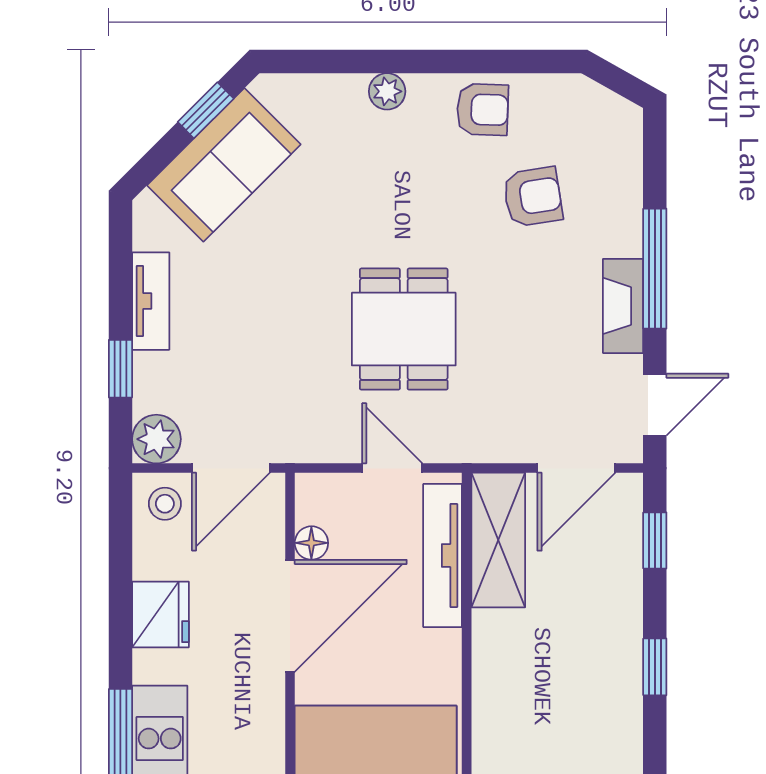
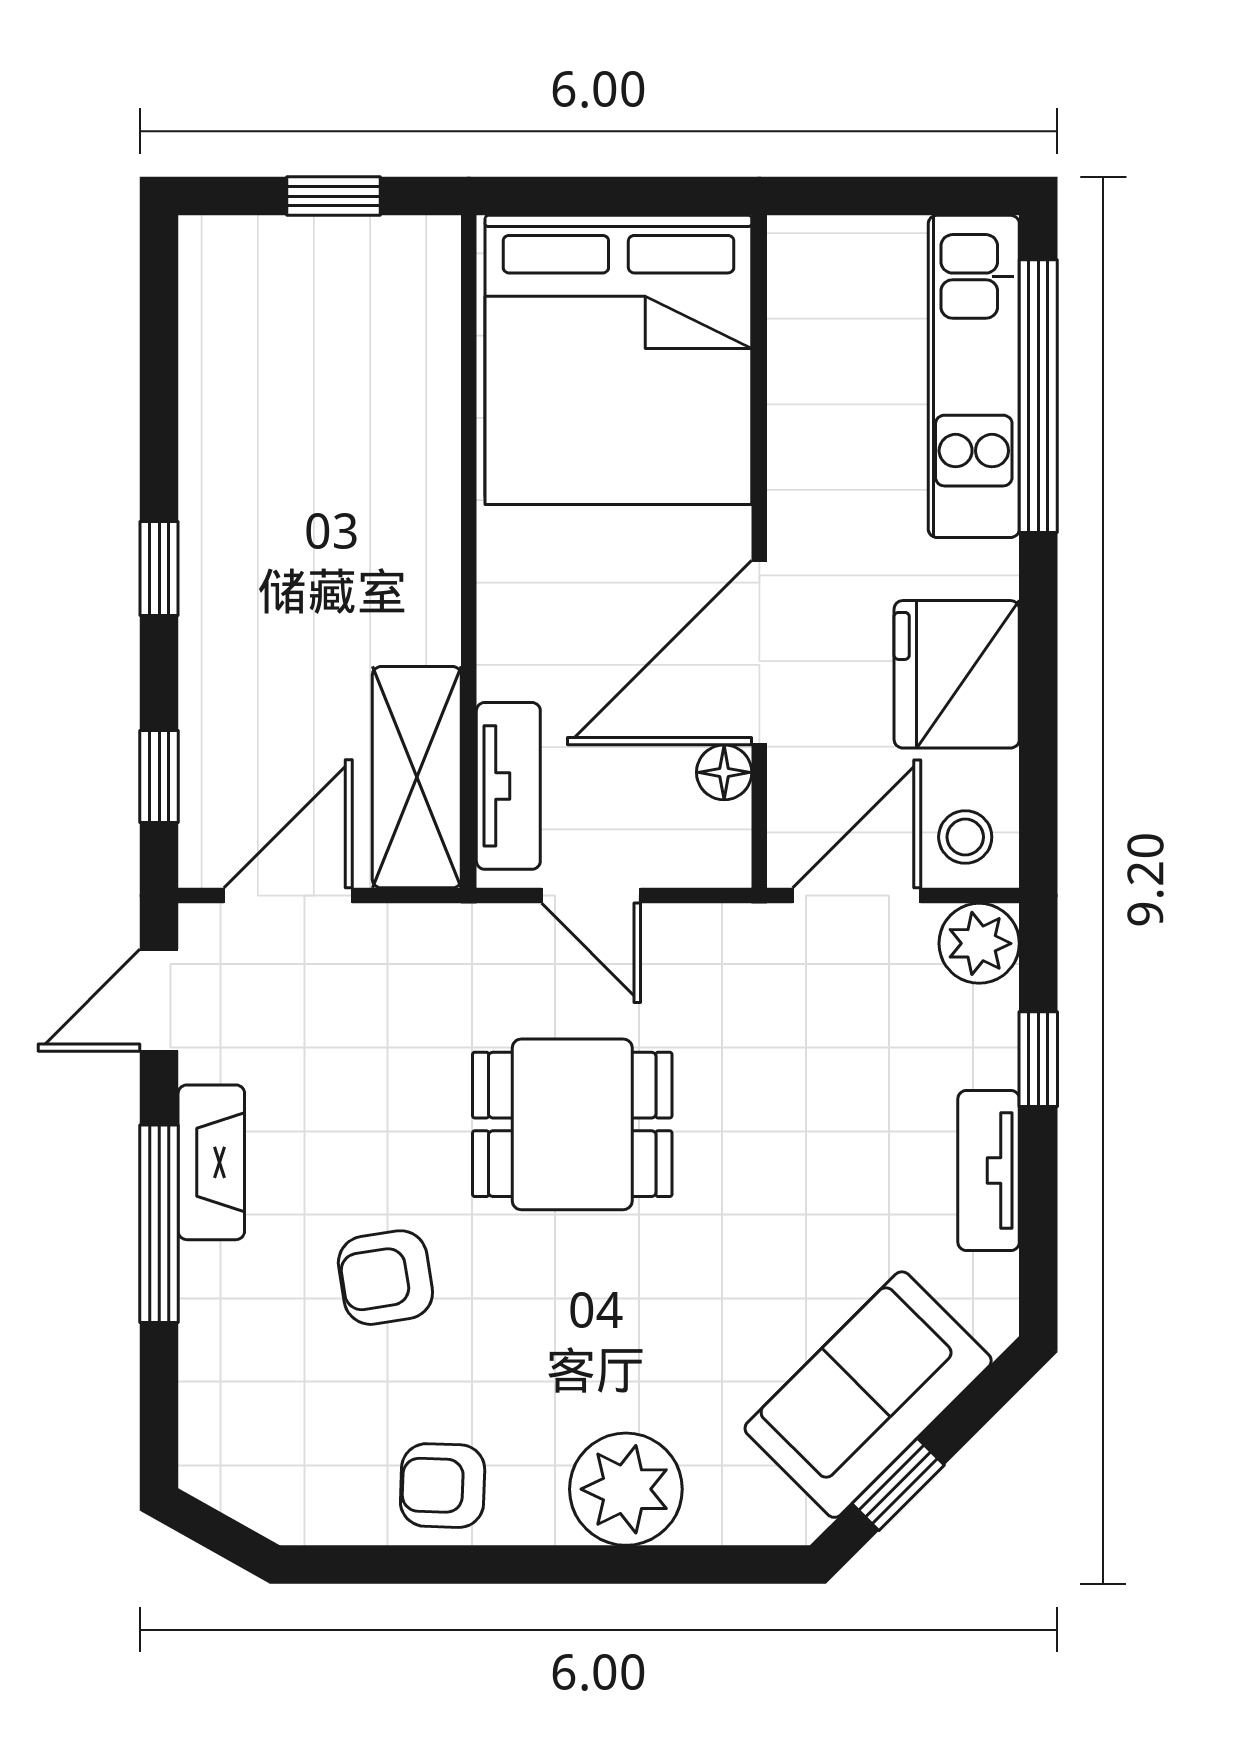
plant: (387, 91) -> (626, 1489), width x1.88, depth x1.88
armchair: (533, 197) -> (385, 1278), moved
dining table: (404, 329) -> (572, 1124), turned 90
tv unit: (443, 556) -> (508, 786), width x0.71
fridge: (160, 614) -> (957, 674), width x1.36, depth x1.34

